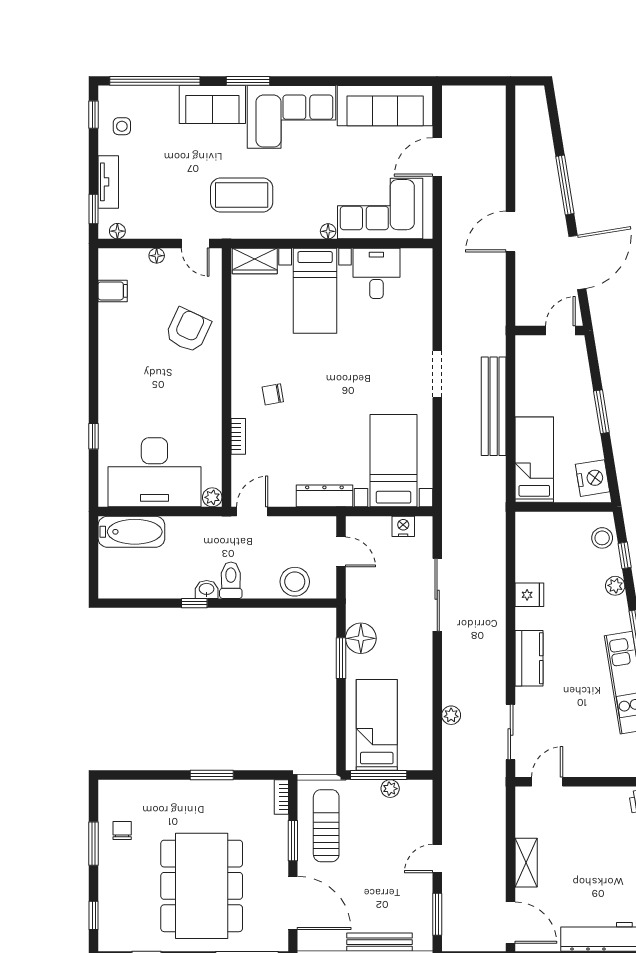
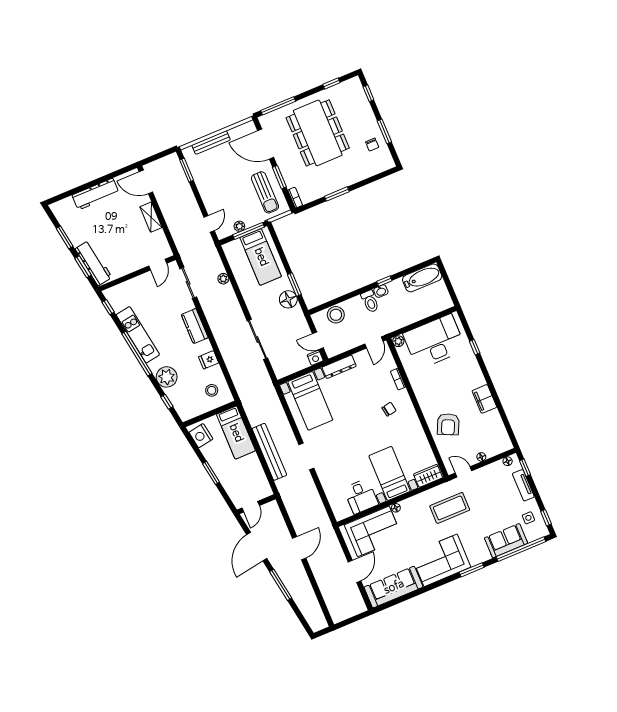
sofa: (212, 105) -> (506, 541), moved
filing cabinet: (113, 291) -> (484, 399), moved, width x2.00
nightstand: (403, 526) -> (315, 358), moved
bathtub: (131, 532) -> (422, 278), moved, turned 180
stool: (602, 538) -> (212, 390), moved
plant: (615, 586) -> (167, 377), width x1.87, depth x1.87
door: (437, 859) -> (209, 224), moved

